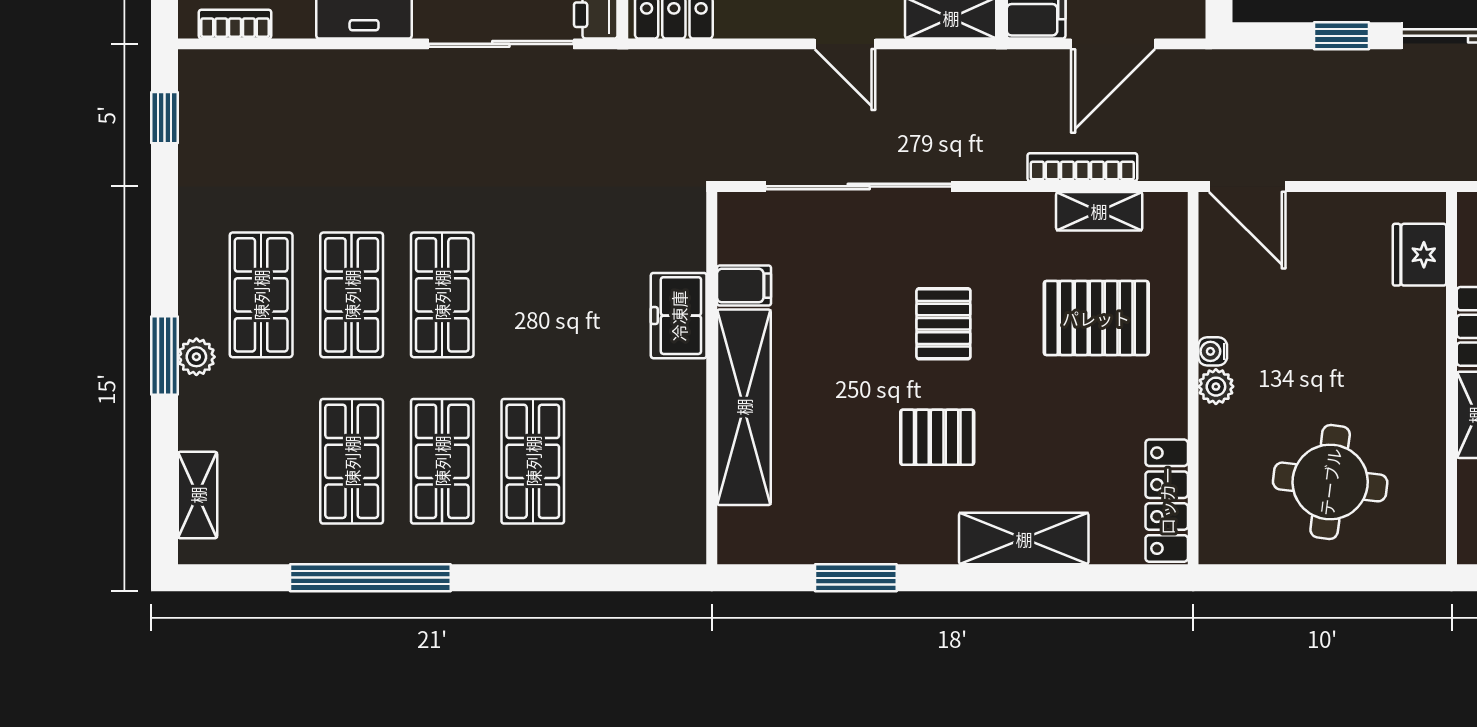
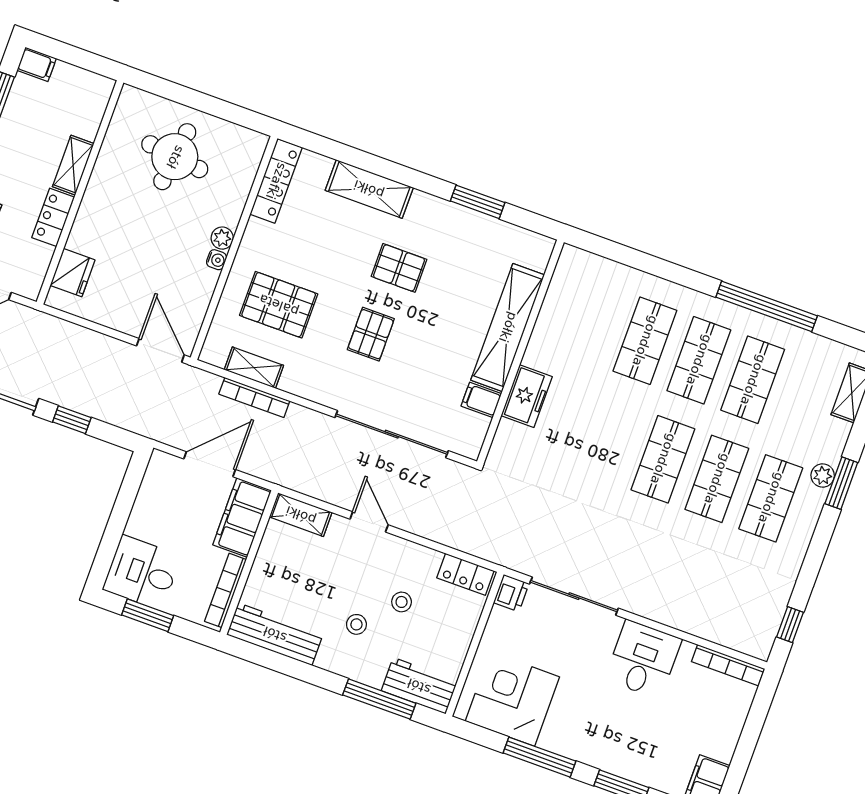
bookcase: (235, 24) -> (728, 665), width x1.56

